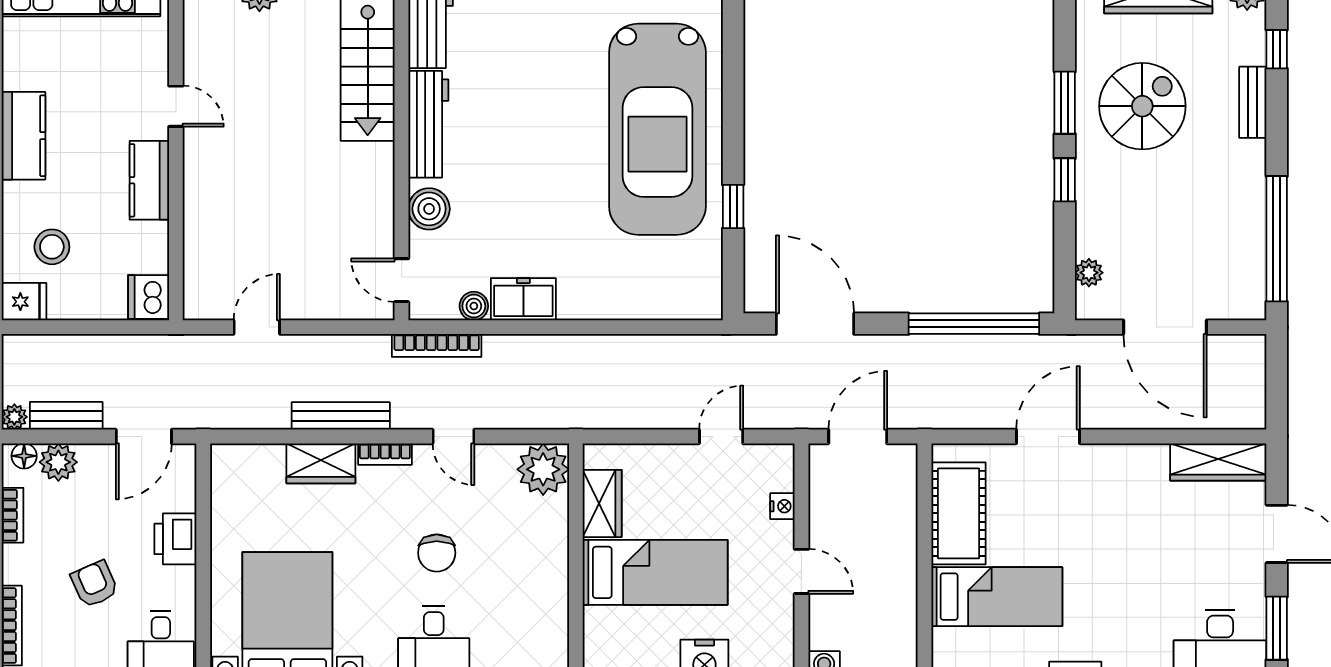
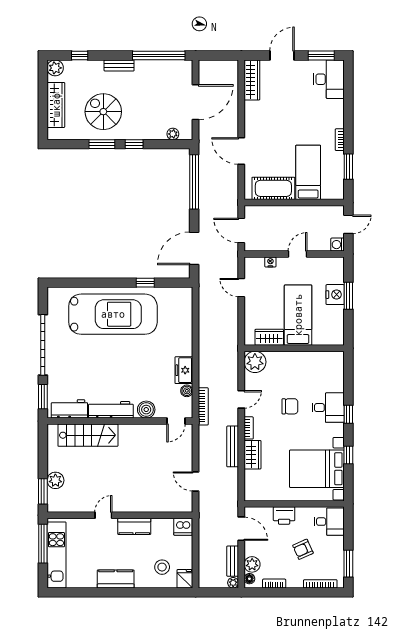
bench: (1253, 102) -> (119, 65), moved

